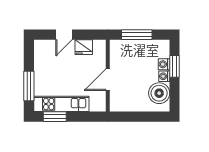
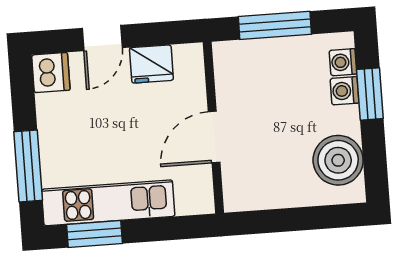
dishwasher: (41, 48) -> (51, 73), added
washing machine: (164, 76) -> (343, 62), moved

